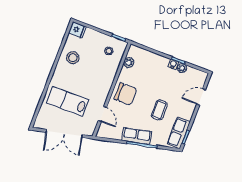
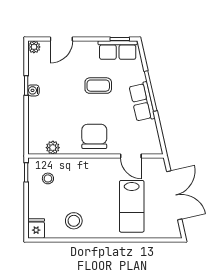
plant: (182, 68) -> (34, 47), moved
door: (201, 97) -> (61, 39), hinge flipped
door: (102, 114) -> (131, 156), swing flipped

